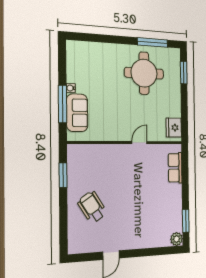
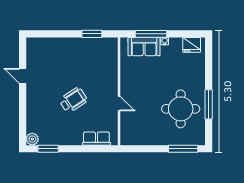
window: (153, 42) -> (209, 104), moved
window: (184, 73) -> (183, 149), width x1.44
fridge: (174, 128) -> (192, 45), moved, turned 180
wheelchair: (92, 207) -> (73, 100), moved

